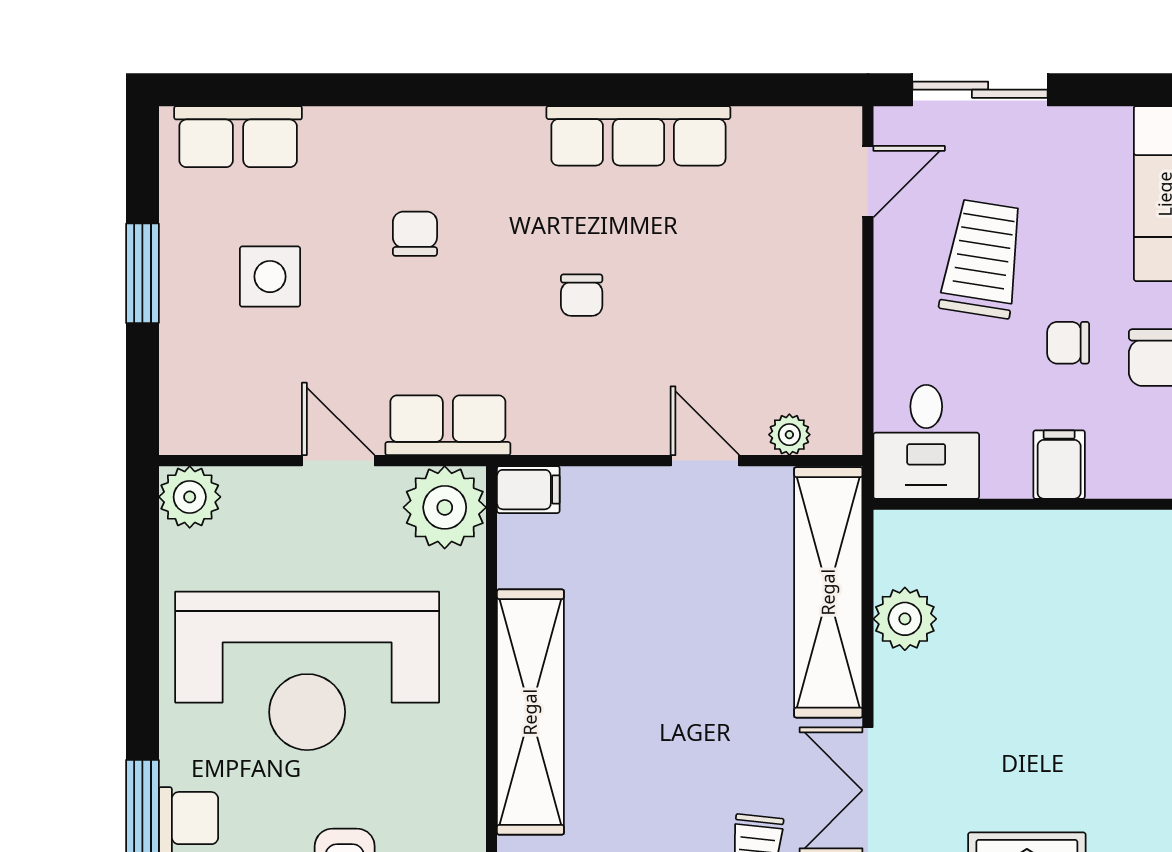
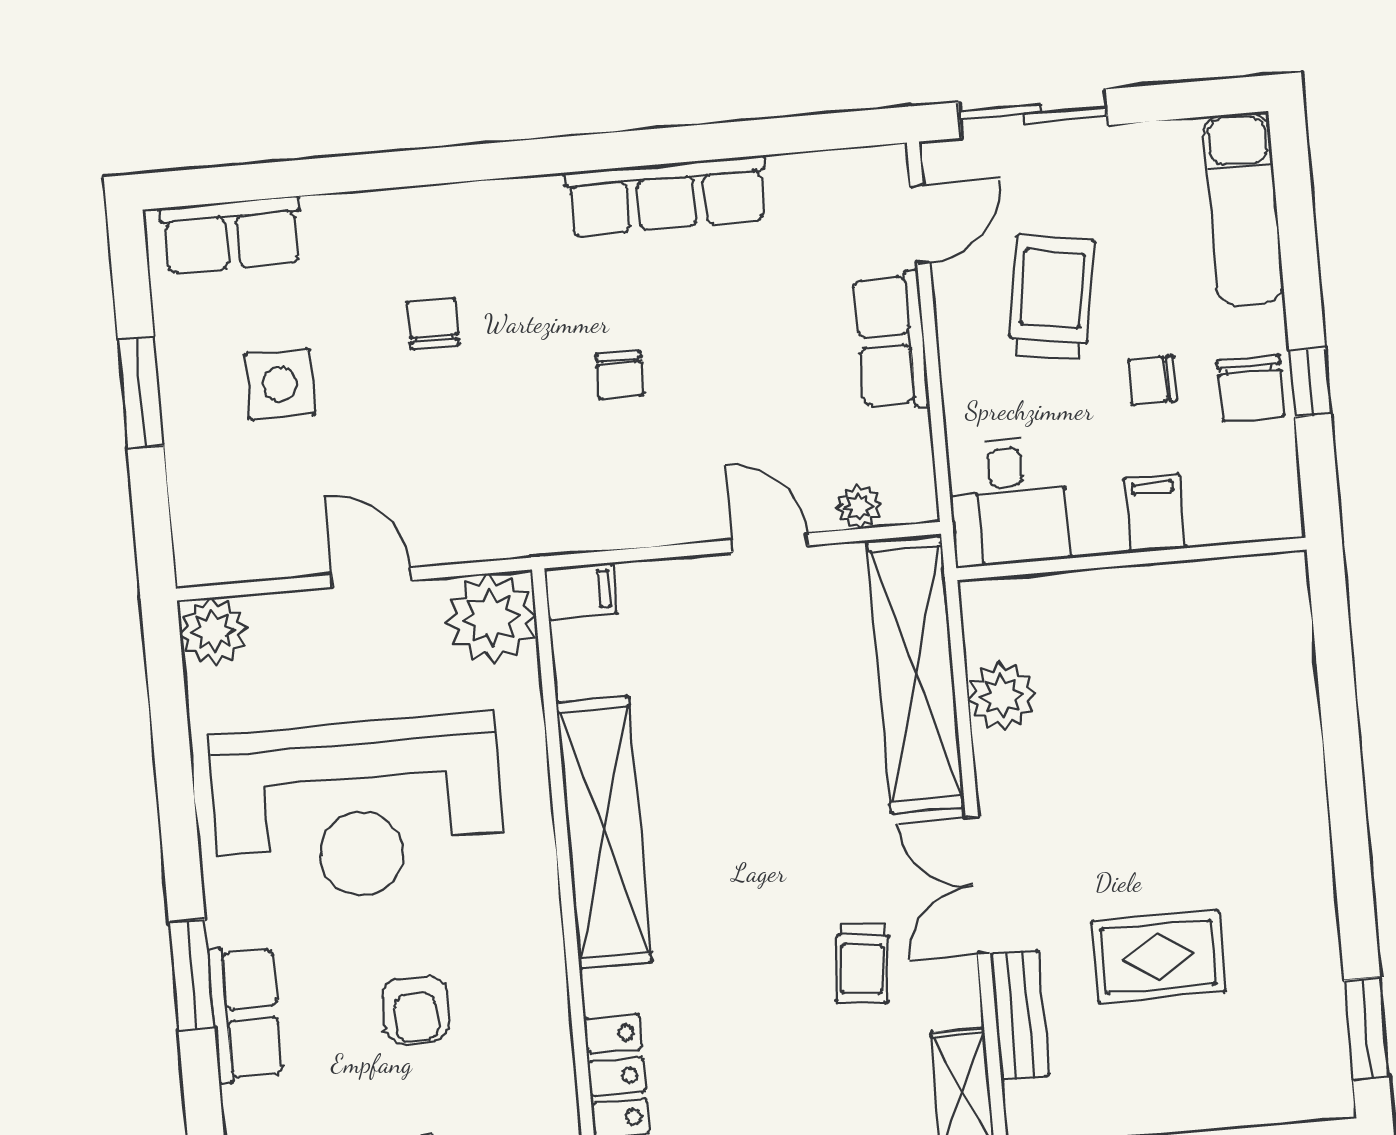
row of seats: (448, 425) -> (891, 340), moved, turned -90

